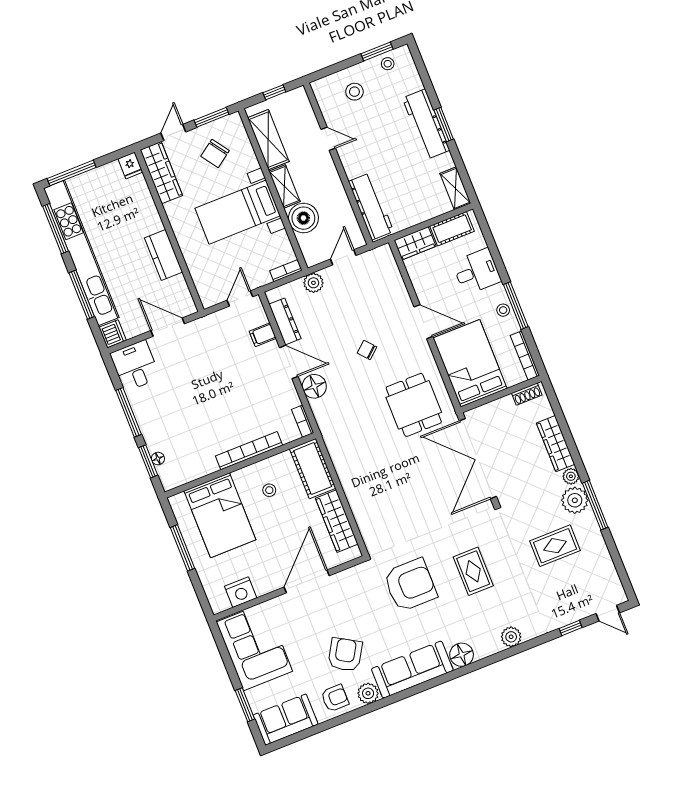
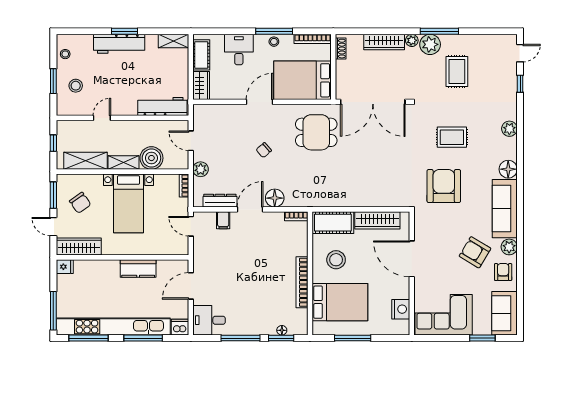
window: (377, 51) -> (53, 81), moved
bookcase: (249, 451) -> (302, 282), moved
stool: (269, 490) -> (336, 260), width x1.89, depth x1.89

